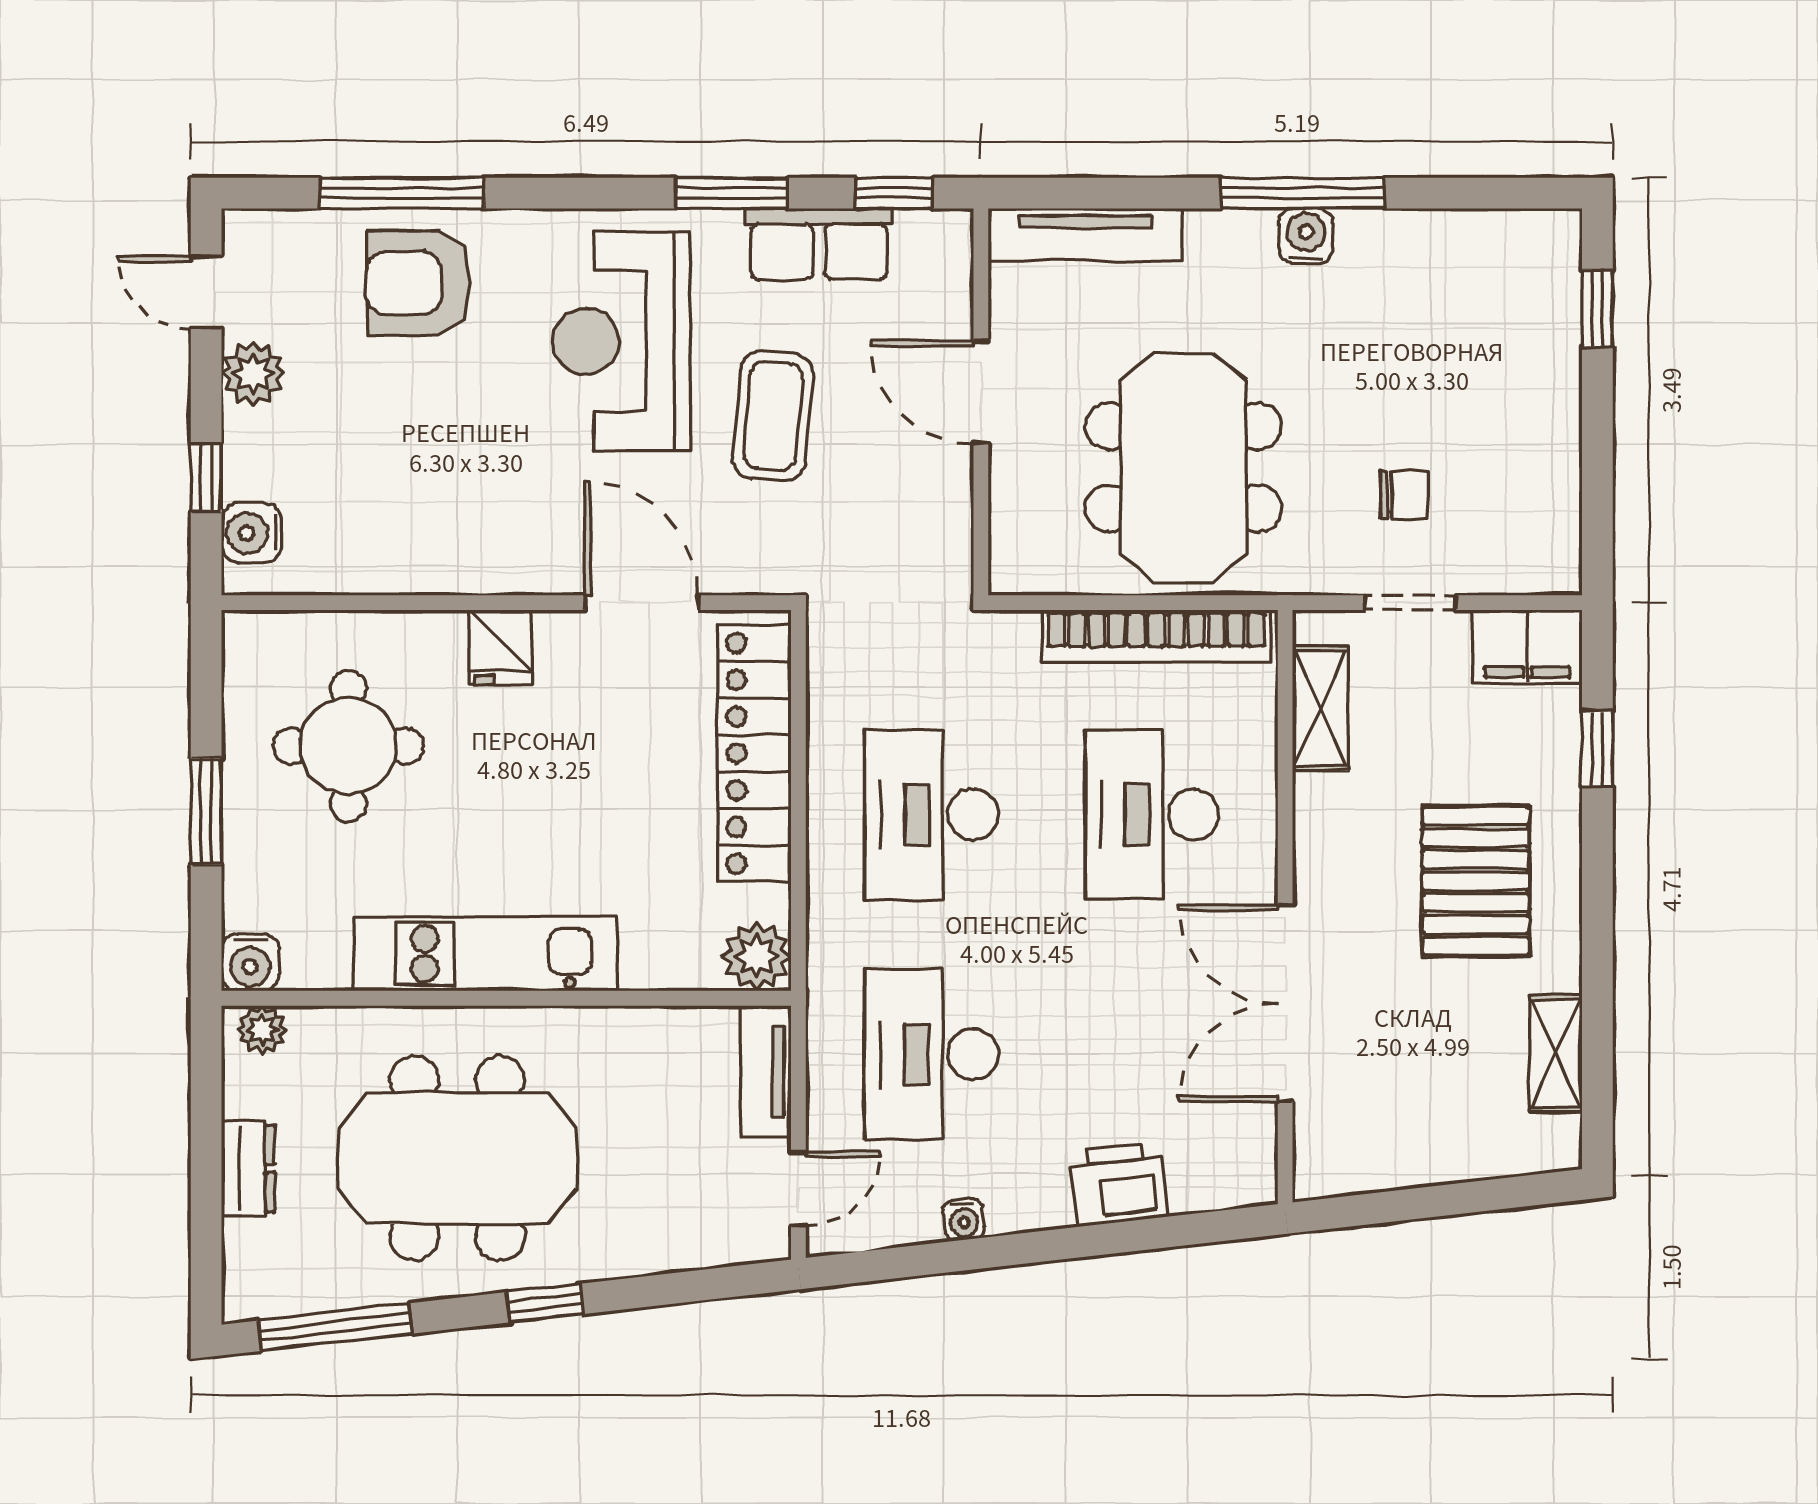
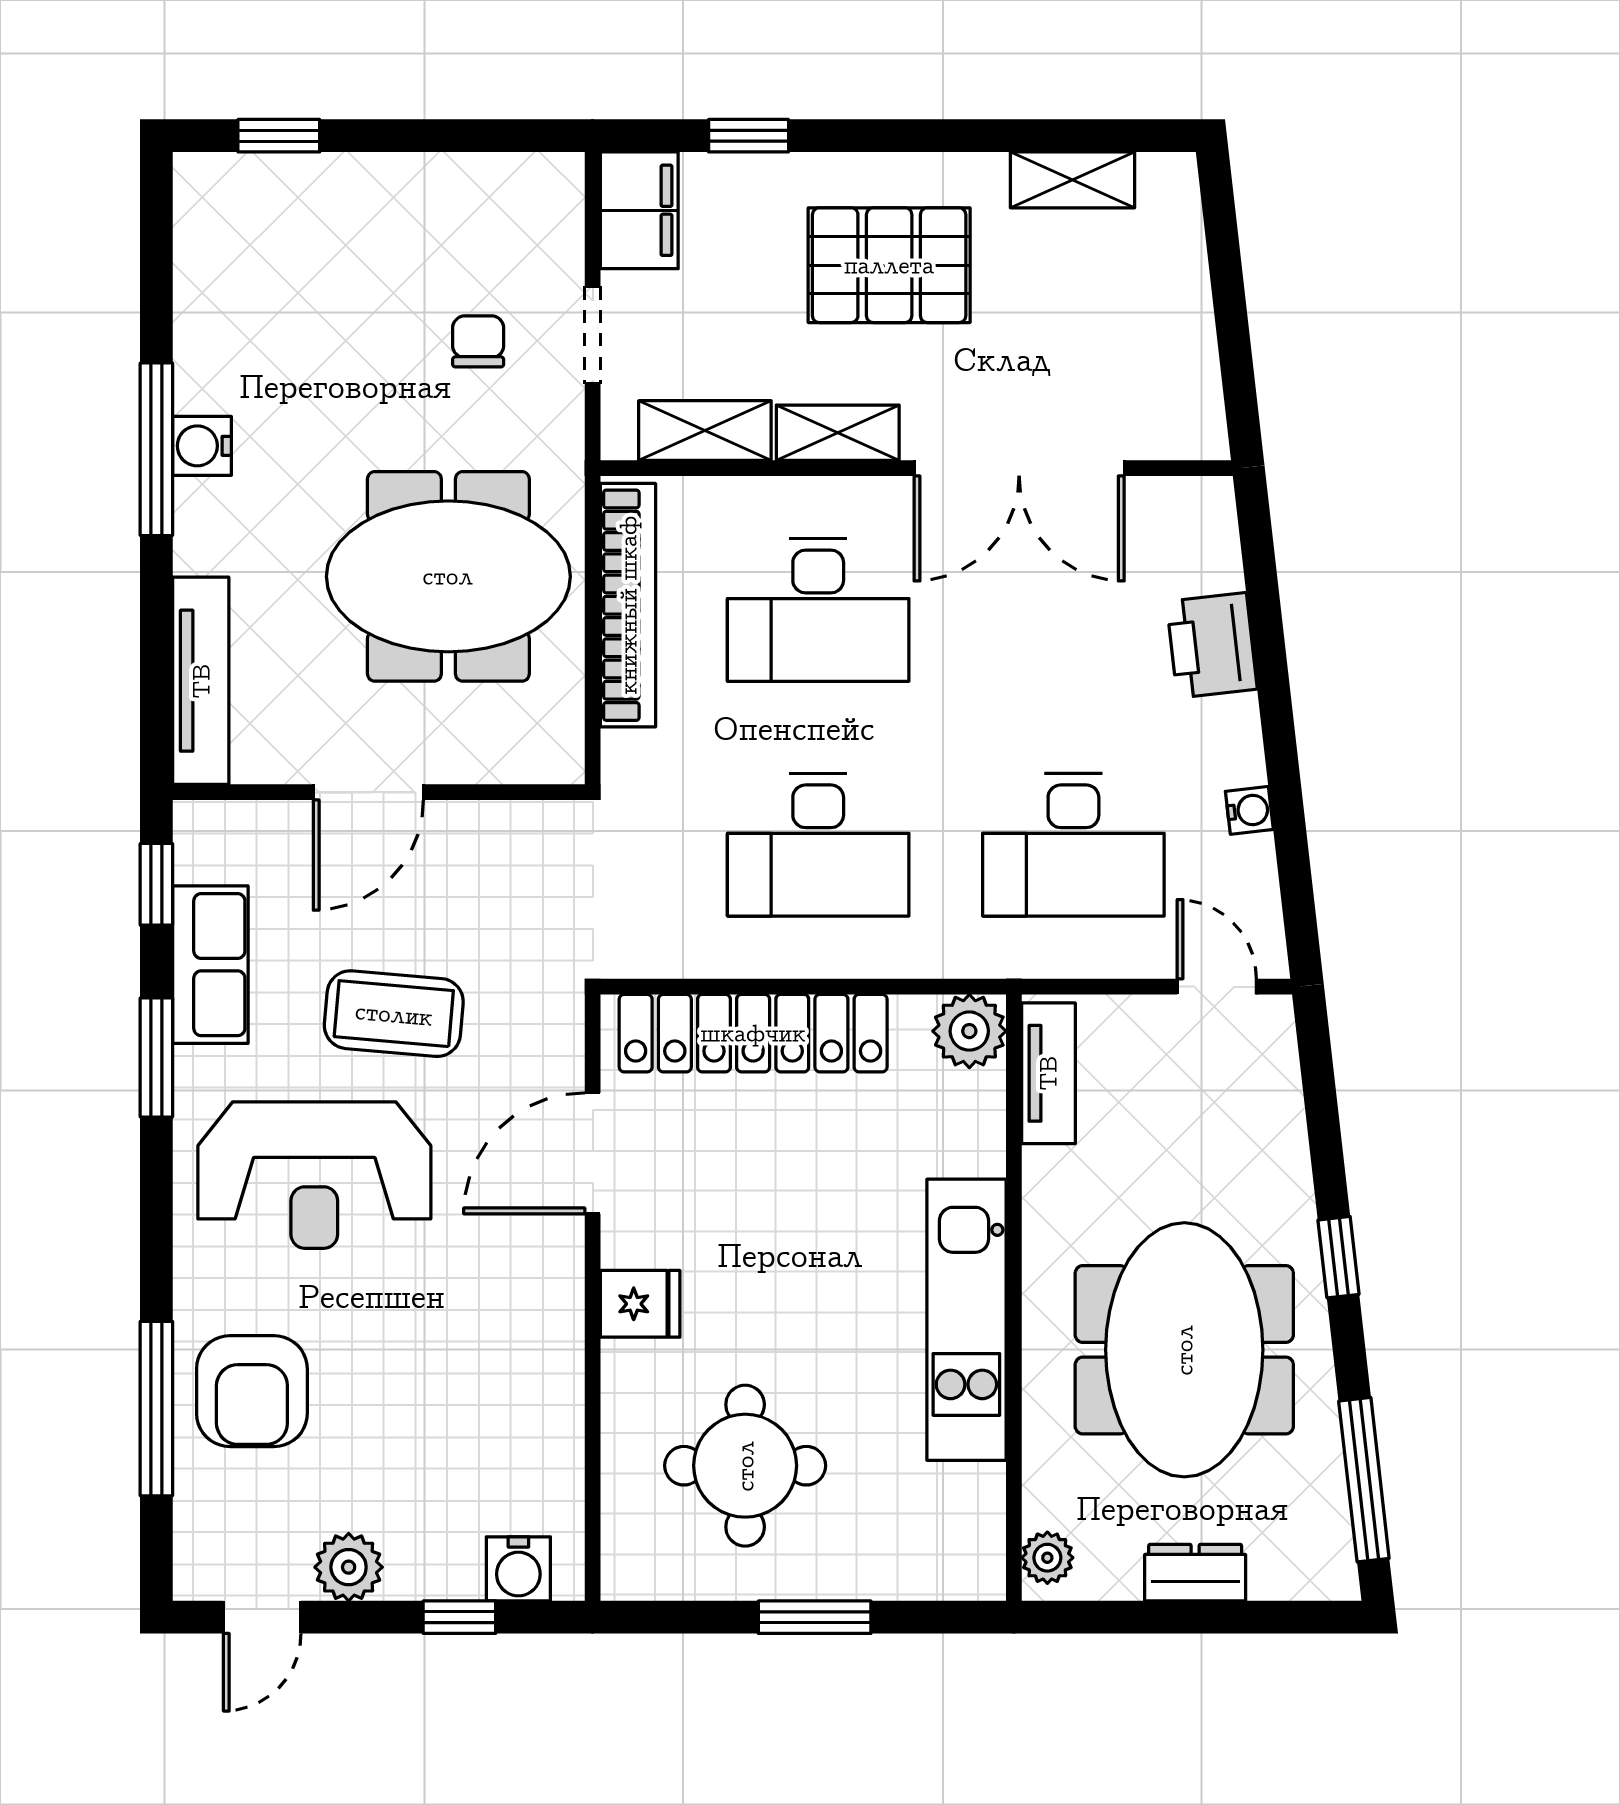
shelving: (1318, 833) -> (838, 433), added
water cooler: (250, 962) -> (975, 1570), removed
tv unit: (766, 1072) -> (1048, 1073), moved, turned -90

